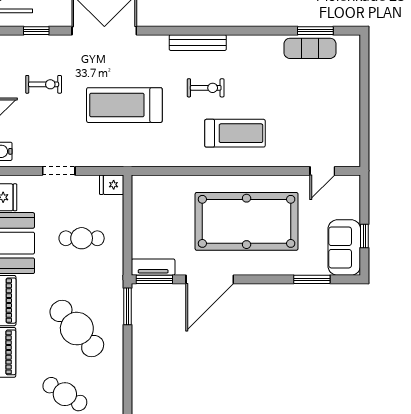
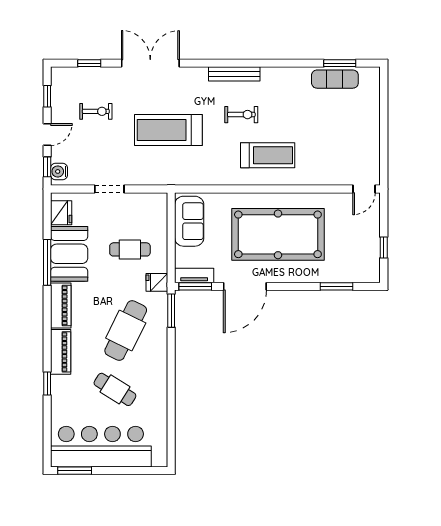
door: (322, 171) -> (364, 189), moved
fridge: (112, 185) -> (157, 282), moved
sofa: (344, 247) -> (189, 221), moved, turned 180
cafe table: (77, 329) -> (126, 331), turned 68

